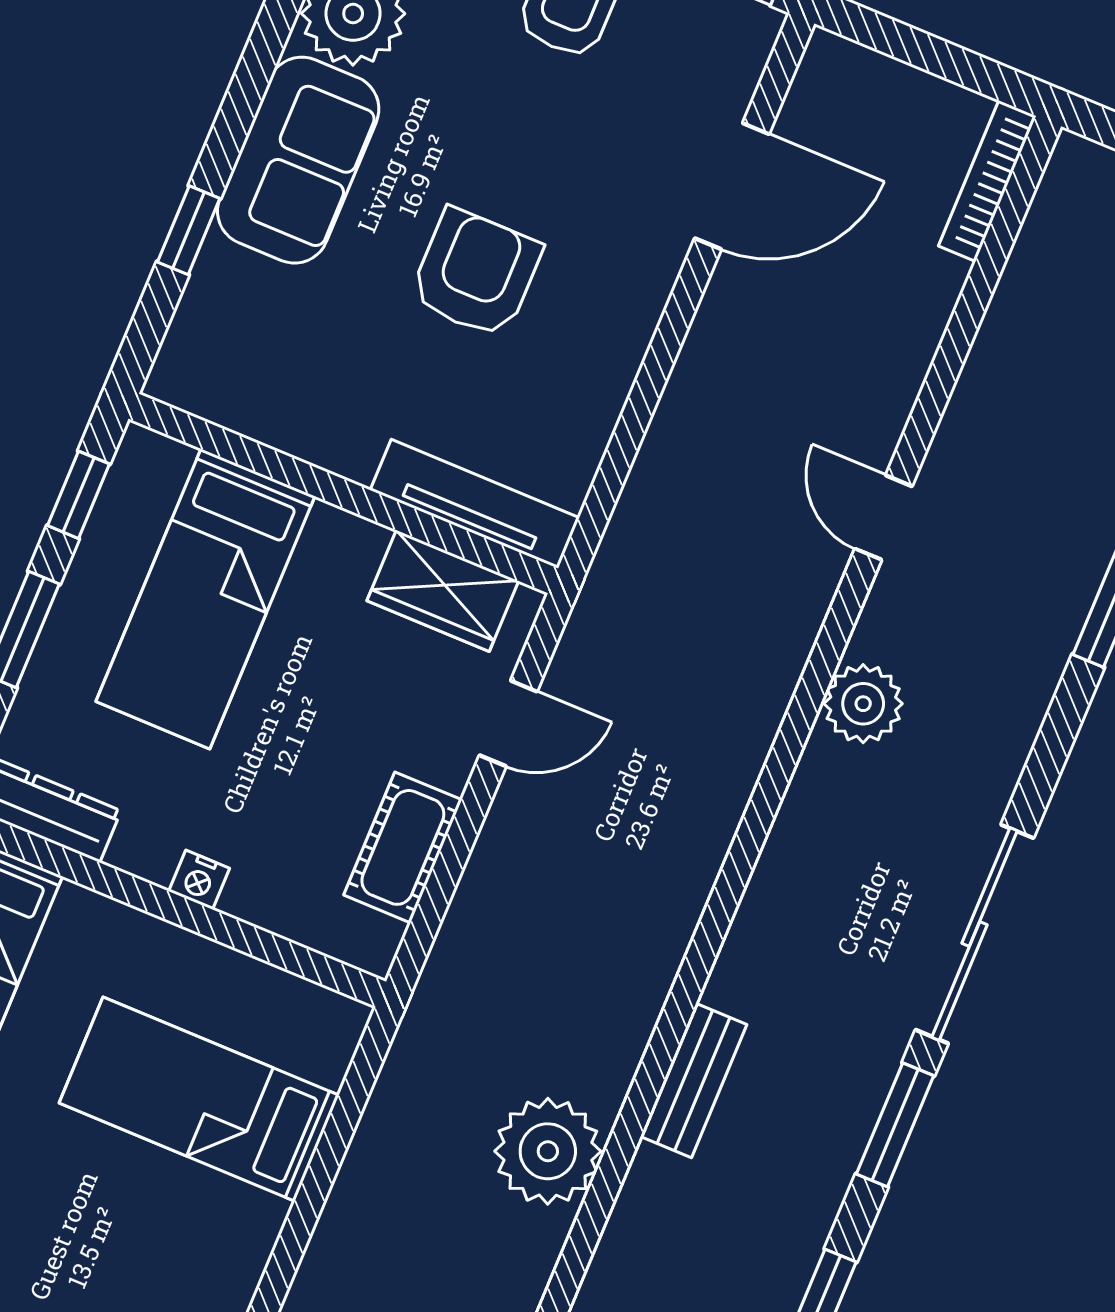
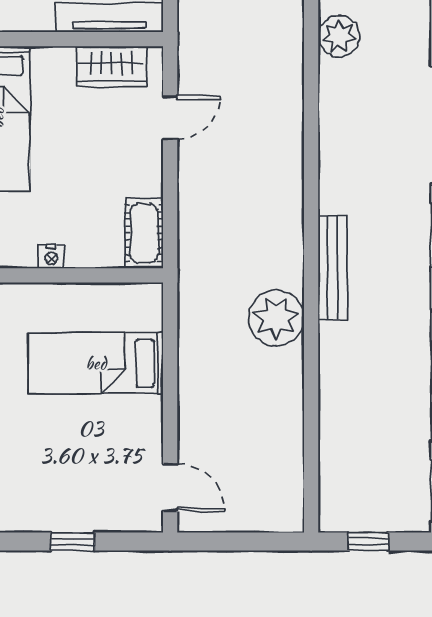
cot: (403, 847) -> (144, 233), moved
bench: (694, 1081) -> (333, 268), width x1.36

